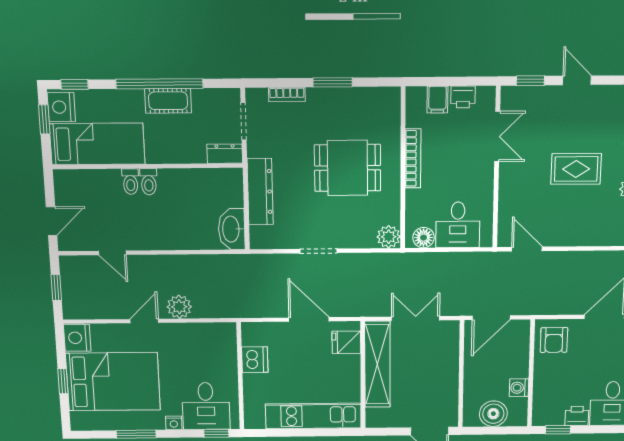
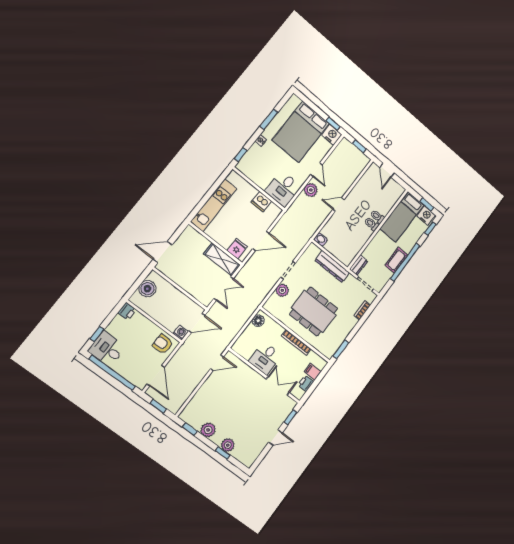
window: (333, 82) -> (341, 349), moved
double door: (497, 137) -> (278, 386), swing flipped
dining table: (347, 168) -> (314, 311), width x1.38
rug: (576, 169) -> (237, 411), removed
desk: (458, 225) -> (265, 358), moved, turned -90
washbasin: (232, 229) -> (321, 239), width x0.52, depth x0.69
plant: (389, 237) -> (282, 290), moved
door: (112, 253) -> (338, 204), moved
door: (491, 318) -> (197, 323), swing flipped
shelving: (377, 364) -> (222, 259), width x0.68
window: (63, 381) -> (333, 124), moved
washing machine: (519, 388) -> (181, 333), moved
desk: (206, 406) -> (283, 189), moved, turned -90
printer: (577, 416) -> (127, 311), moved
window: (558, 430) -> (97, 334), moved

